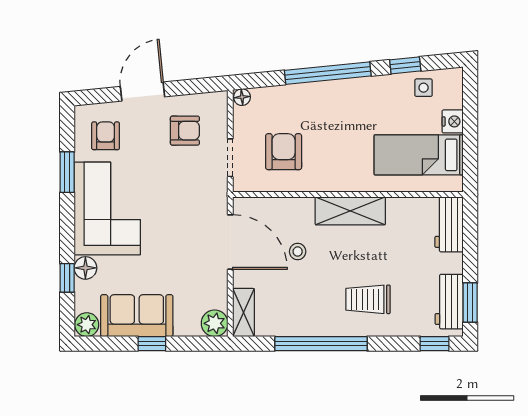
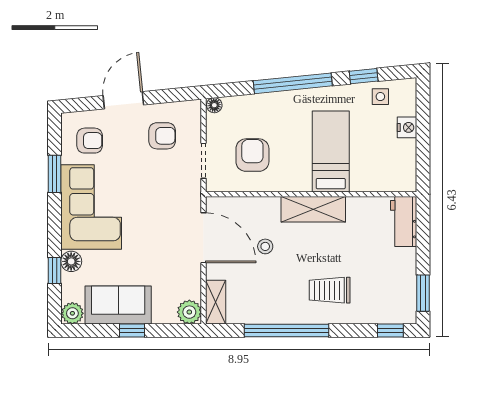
armchair: (106, 136) -> (90, 141), turned 90
bed: (419, 155) -> (331, 151), moved, turned 90
workbench: (449, 302) -> (404, 292), removed

